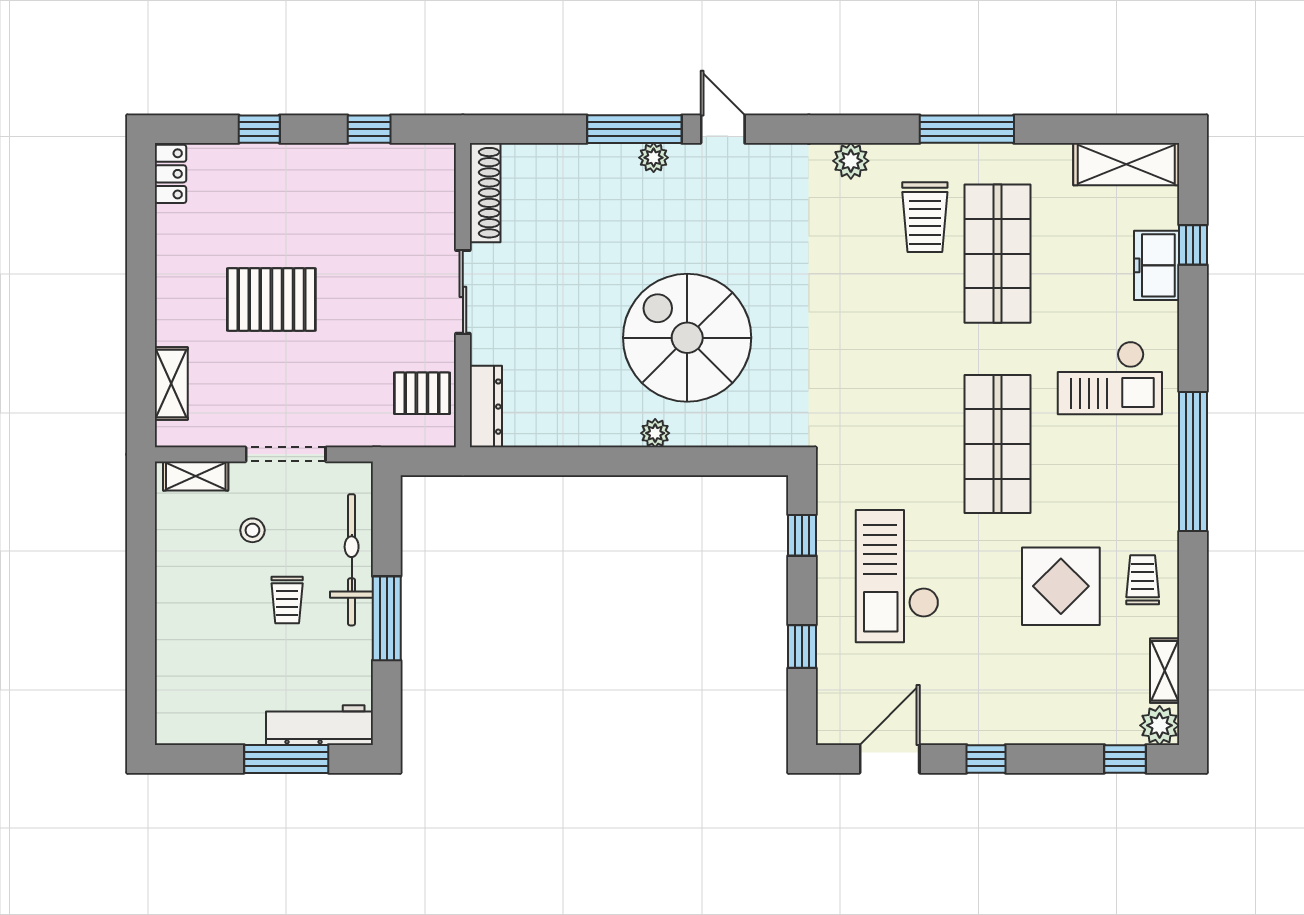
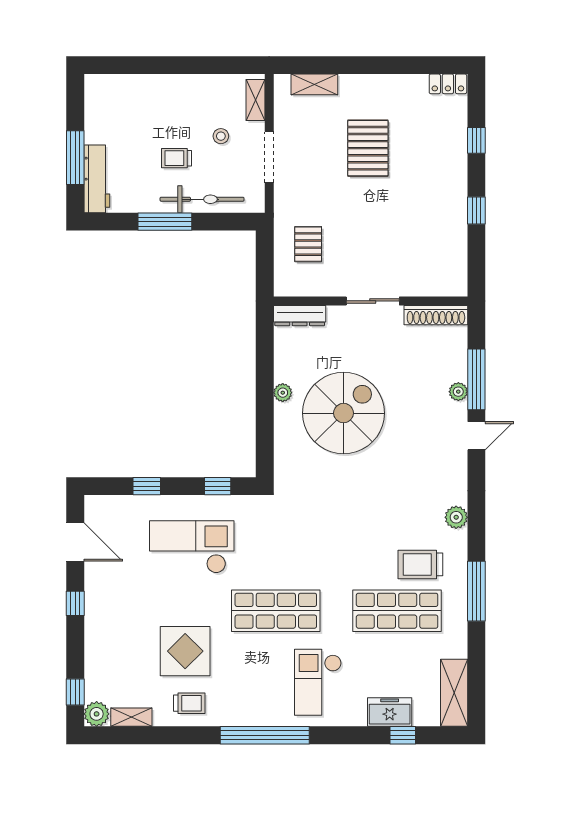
shoe rack: (485, 193) -> (436, 315), moved
sliding door: (463, 292) -> (373, 301), moved
wall: (463, 295) -> (371, 301), moved
dresser: (486, 407) -> (300, 316), moved

